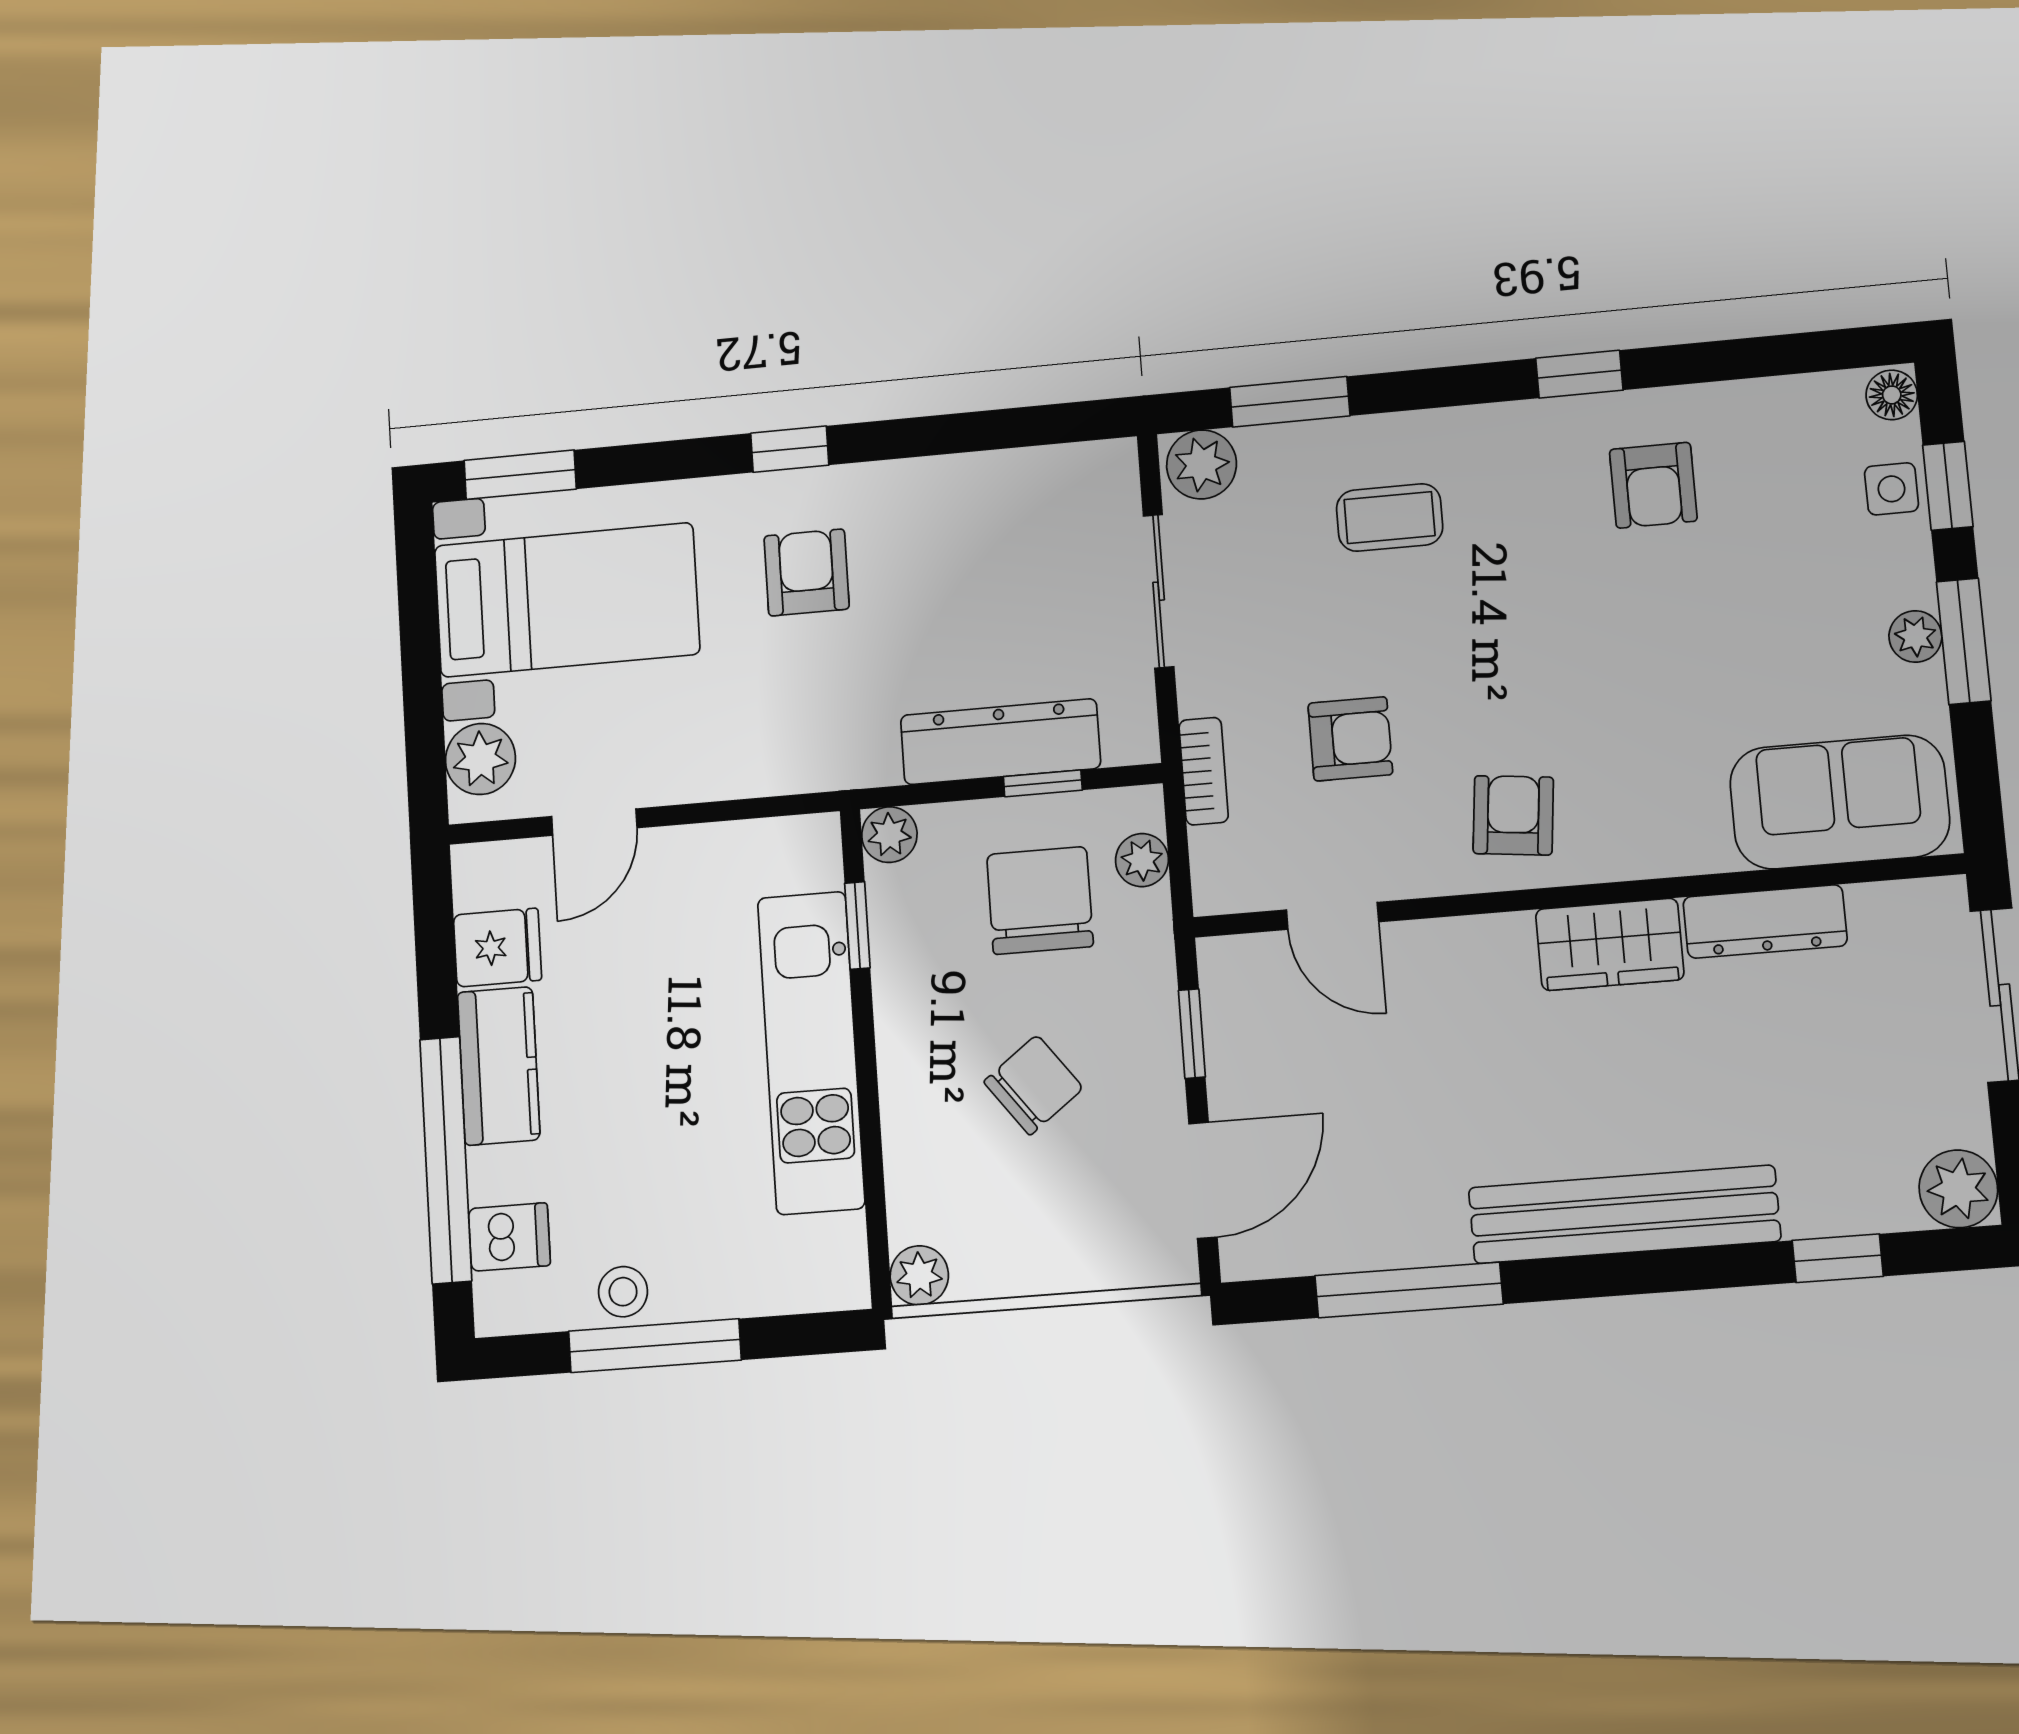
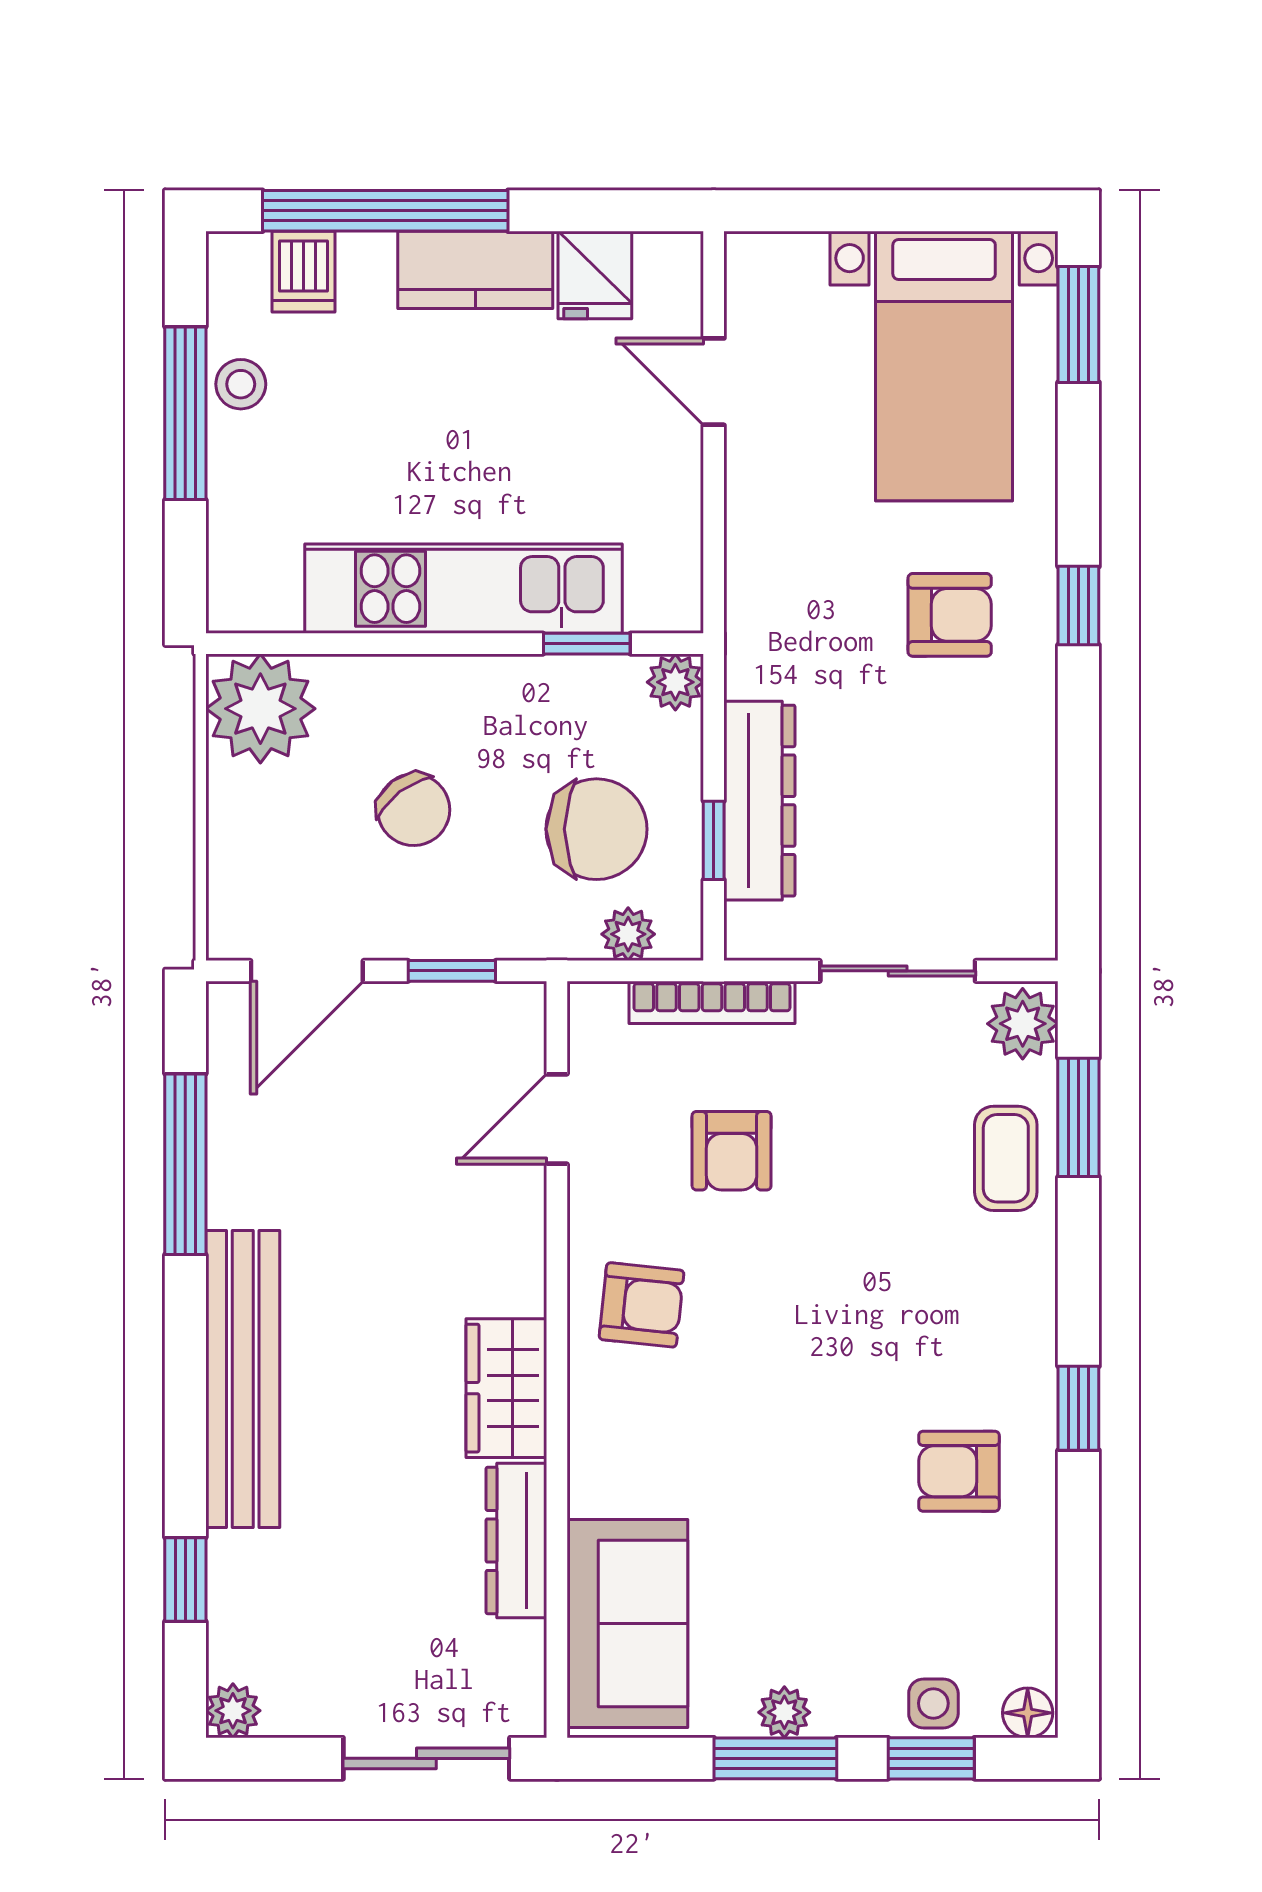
coffee table: (1390, 518) -> (1006, 1158), moved
plant: (480, 759) -> (788, 268), removed
bookcase: (1204, 771) -> (712, 1002), width x1.56
door: (1203, 1180) -> (307, 971), hinge flipped
plant: (1958, 1189) -> (233, 1711), width x0.73, depth x0.73
plant: (919, 1275) -> (260, 709), width x1.88, depth x1.88

